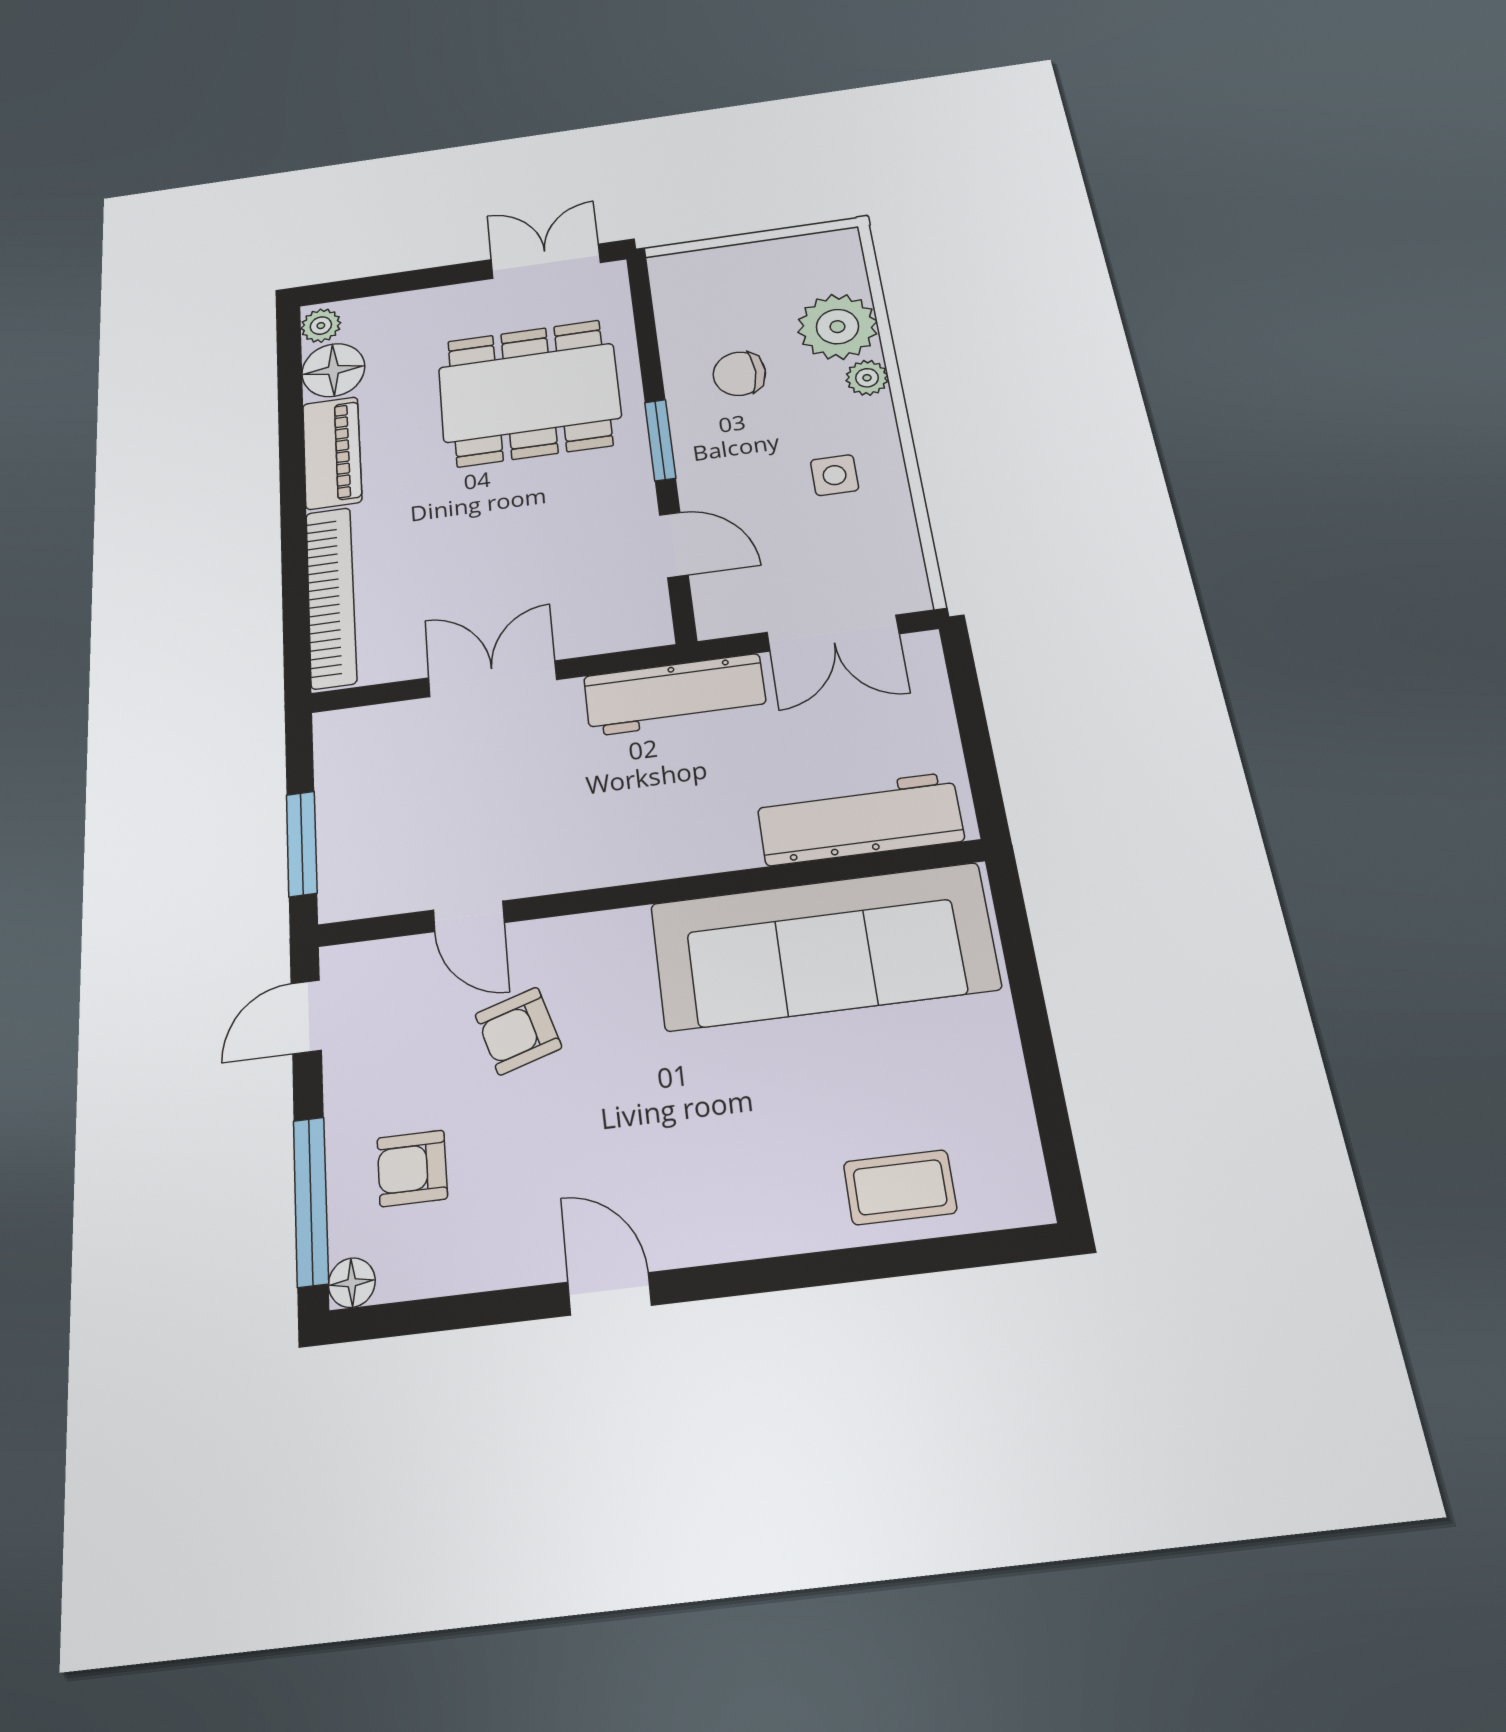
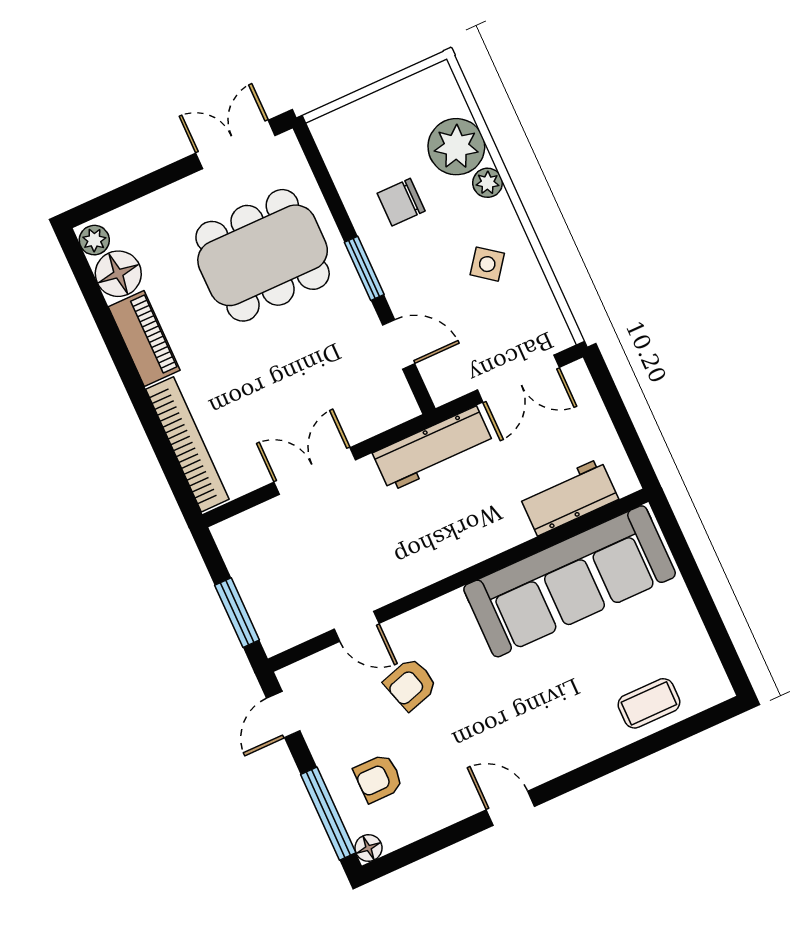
side table: (835, 475) -> (487, 264), turned 37
workbench: (860, 819) -> (569, 497), width x0.73

